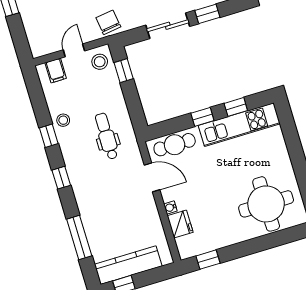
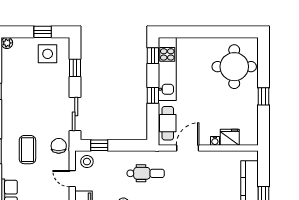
chair: (108, 22) -> (59, 146), turned 98
sliding door: (168, 26) -> (75, 114), moved
window: (236, 107) -> (153, 56), moved
dental chair: (107, 136) -> (146, 173), turned 180
window: (208, 260) -> (264, 96), moved

